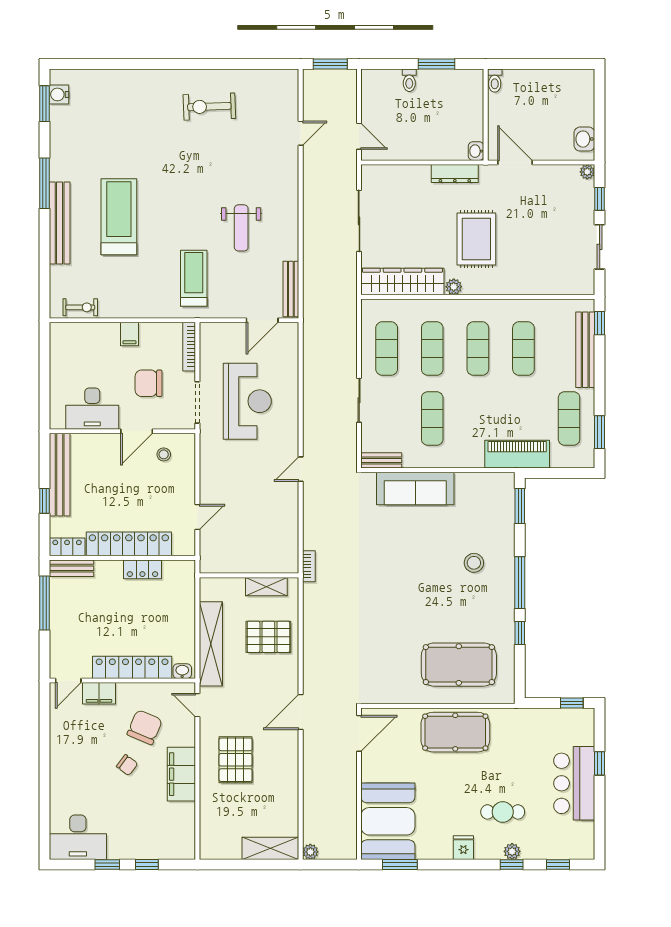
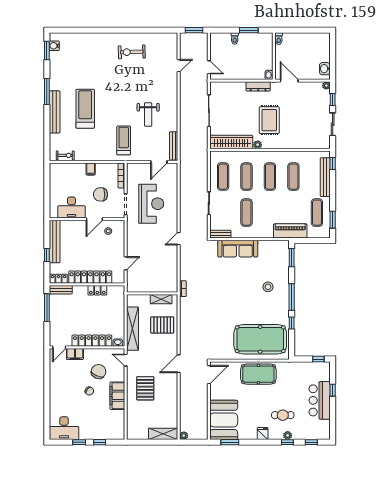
pool table: (459, 665) -> (260, 339), width x1.36, depth x1.32

